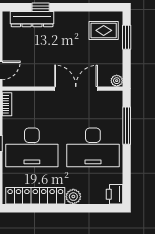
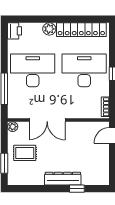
dresser: (32, 19) -> (63, 179), moved
rug: (104, 30) -> (25, 153), moved

